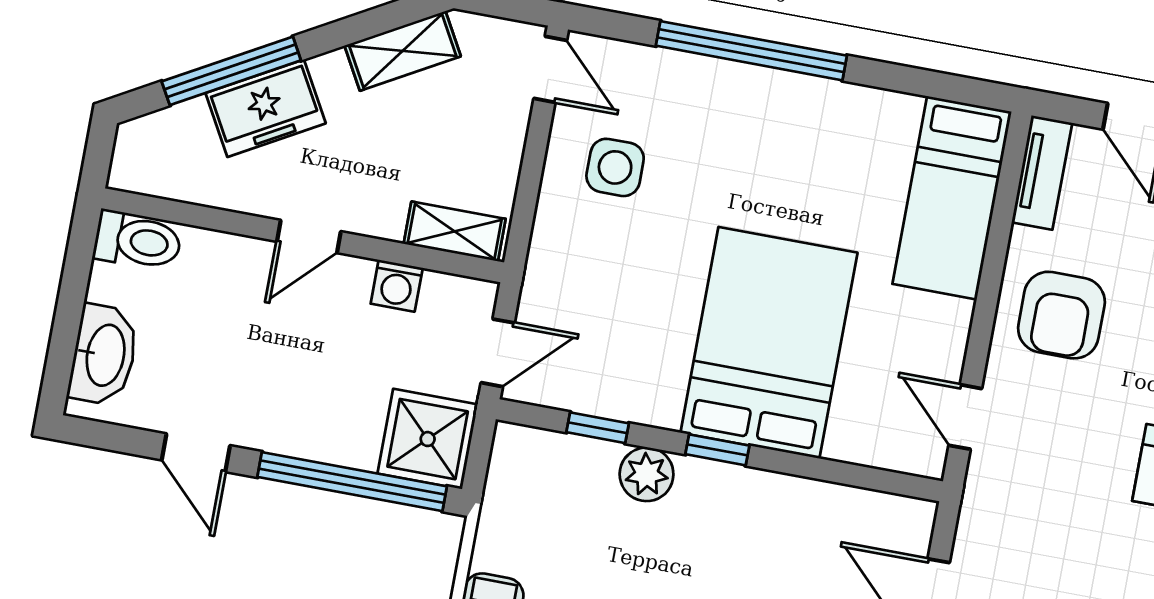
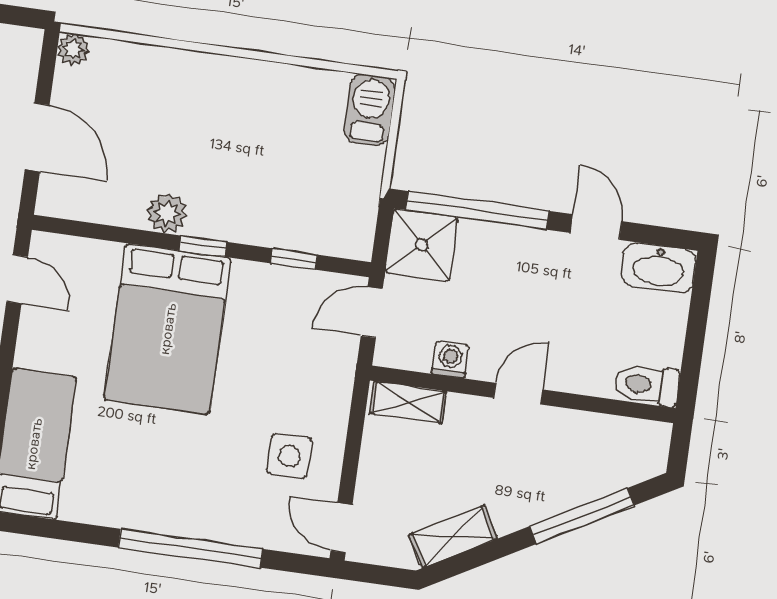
freezer: (266, 108) -> (555, 489), removed
washbasin: (104, 355) -> (658, 268), moved, turned -90
plant: (647, 474) -> (167, 213), moved

